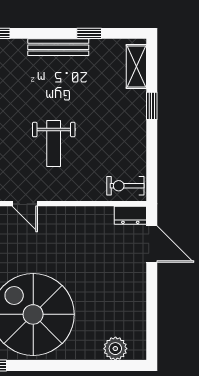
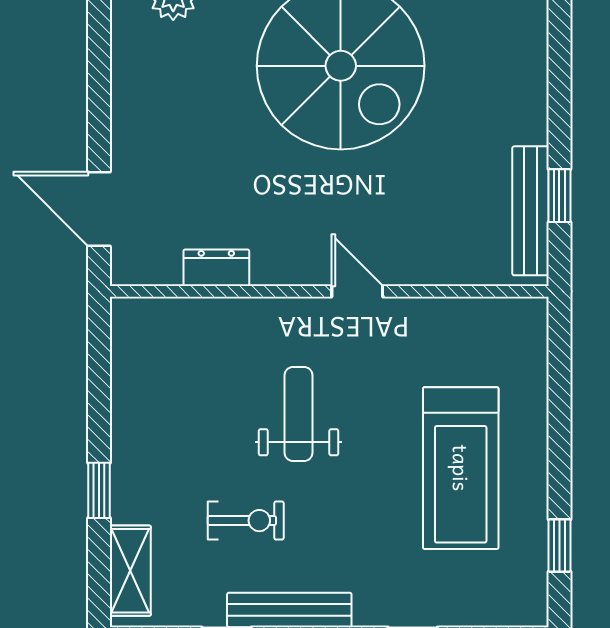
exercise bike: (125, 186) -> (246, 521), moved
dresser: (130, 215) -> (216, 268), moved

